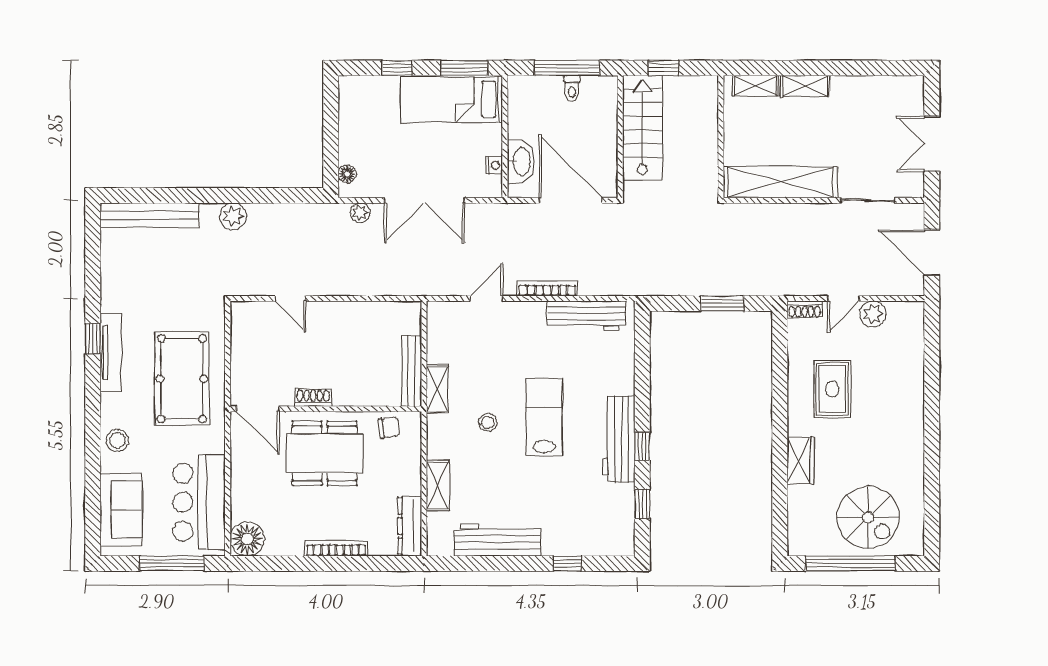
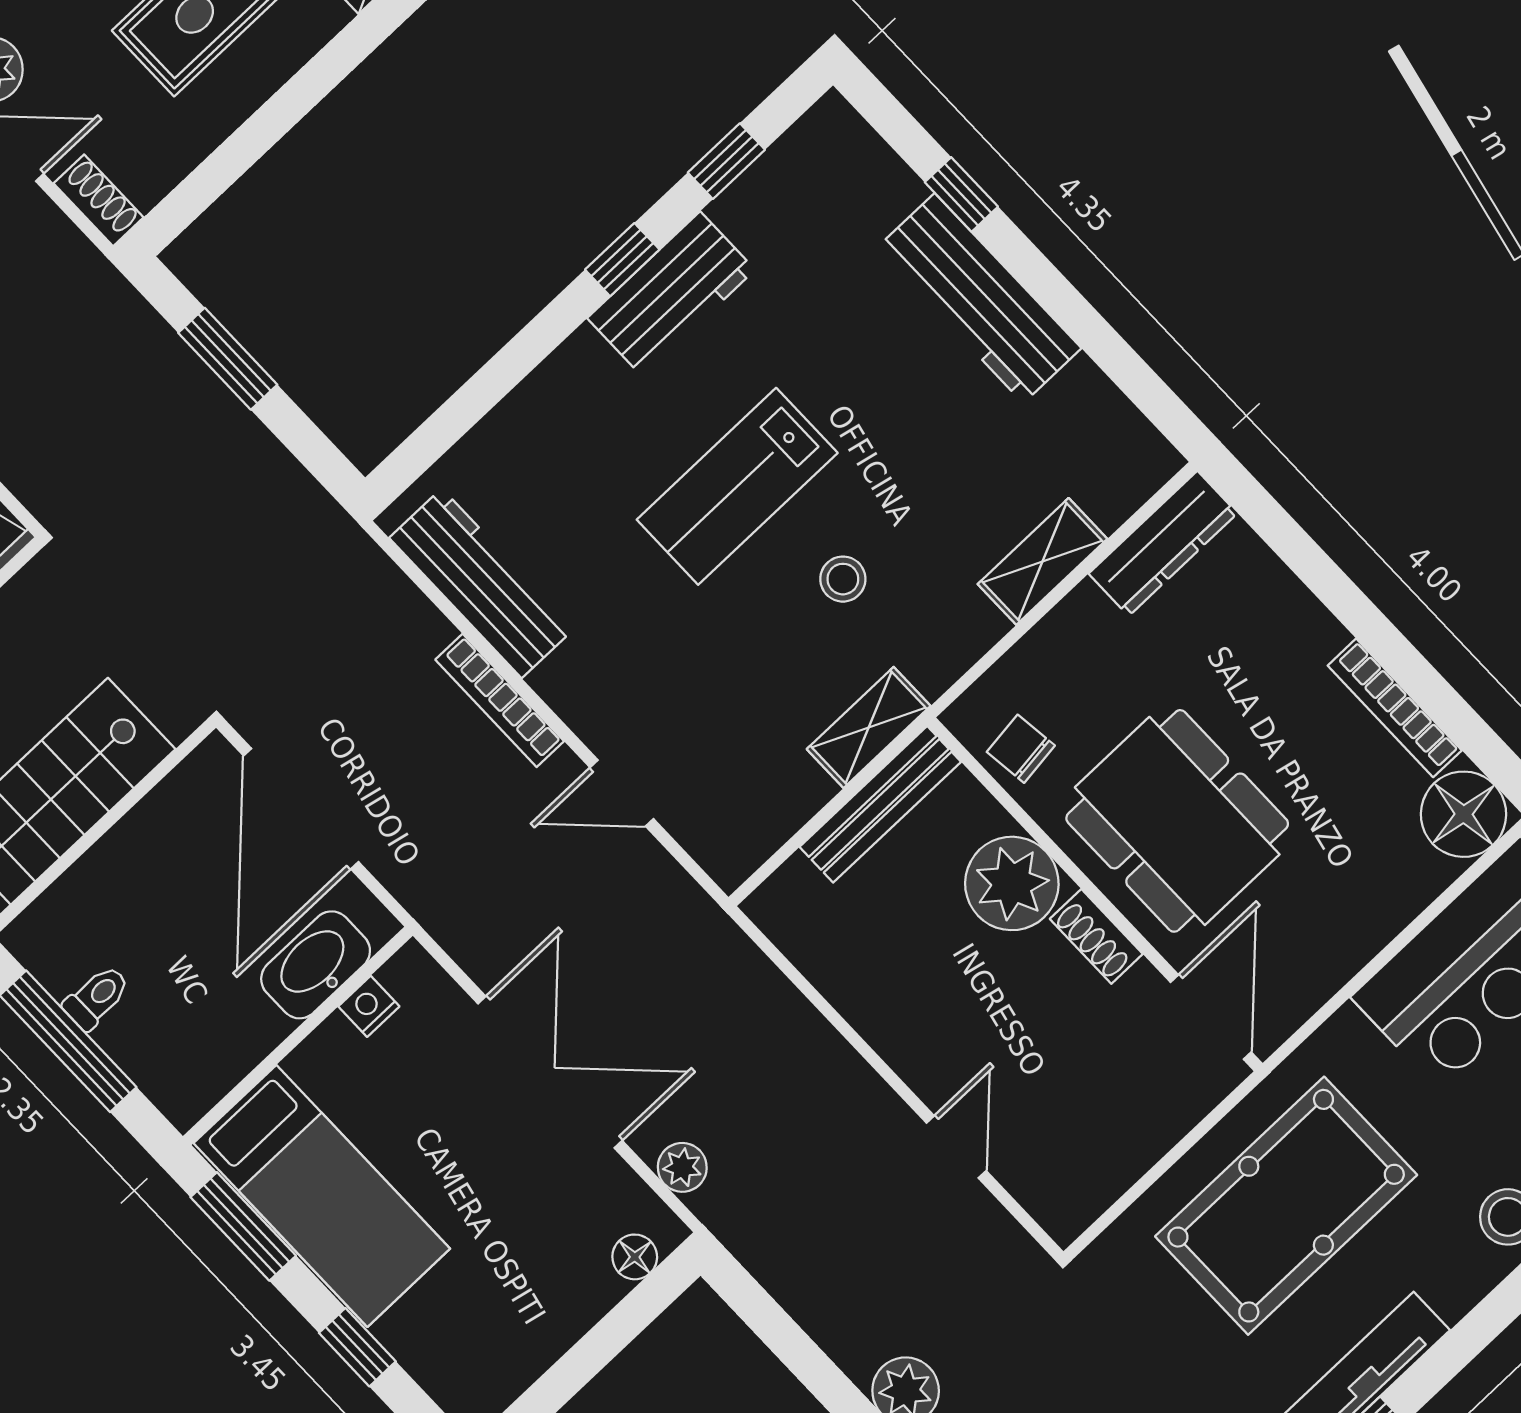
plant: (352, 388) -> (1012, 883), added
workbench: (619, 439) -> (671, 294), width x0.73
workbench: (497, 540) -> (979, 298), moved
bookcase: (336, 548) -> (1395, 708), moved

